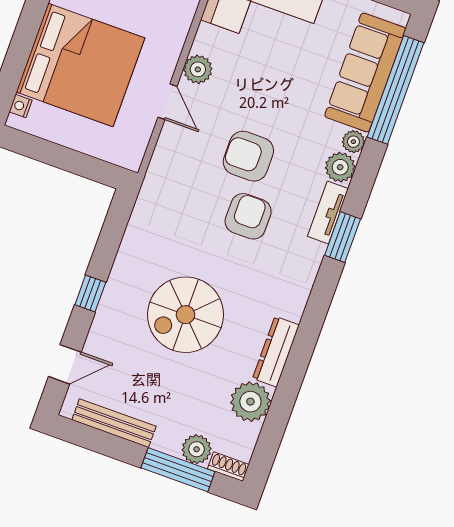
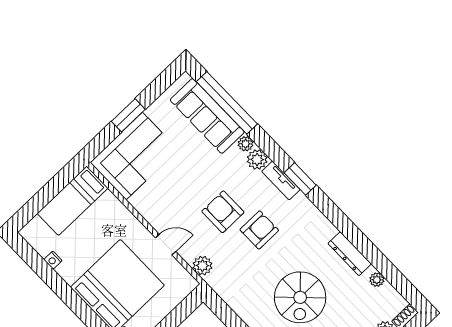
plant: (198, 69) -> (202, 266), moved
armchair: (248, 156) -> (223, 212), turned 90
armchair: (248, 216) -> (259, 230), turned 90
plant: (250, 402) -> (377, 280), width x0.53, depth x0.53

